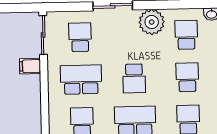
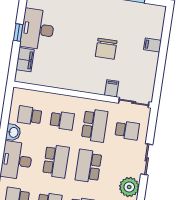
school desk: (134, 78) -> (88, 166), width x1.85

